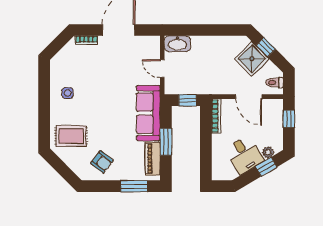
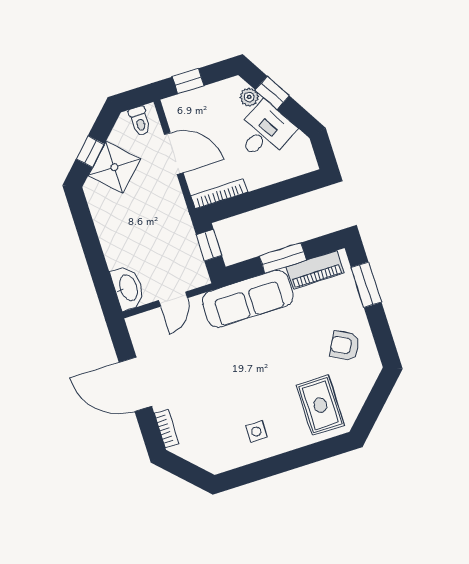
door: (249, 97) -> (174, 154), hinge flipped
armchair: (102, 162) -> (345, 346), turned -100

